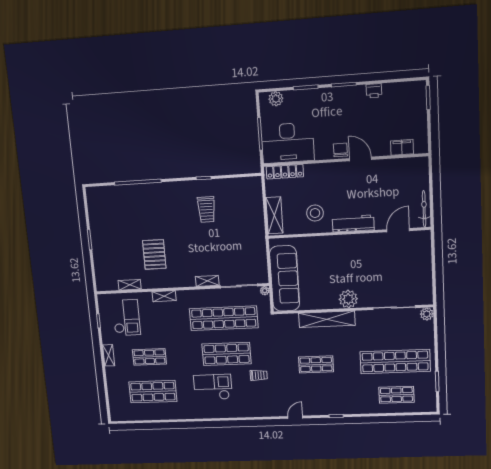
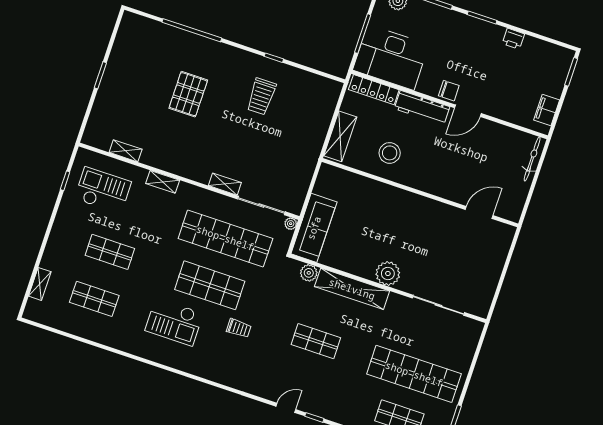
filing cabinet: (402, 147) -> (547, 110), moved, turned -90
chair: (340, 150) -> (449, 91), turned 90
door: (361, 159) -> (468, 111), swing flipped
bicycle: (424, 209) -> (532, 159), moved
workbench: (353, 224) -> (422, 108), moved, turned 180
pallet: (154, 254) -> (188, 94), moved
sofa: (285, 278) -> (314, 228), width x0.74, depth x0.79
plant: (427, 314) -> (309, 273), moved
checkout: (126, 318) -> (103, 190), turned -90
shelving: (109, 355) -> (40, 284), moved
checkout: (213, 387) -> (174, 322), turned 180
shop shelf: (153, 392) -> (94, 299), width x0.70, depth x0.74
door: (295, 417) -> (286, 408), moved

